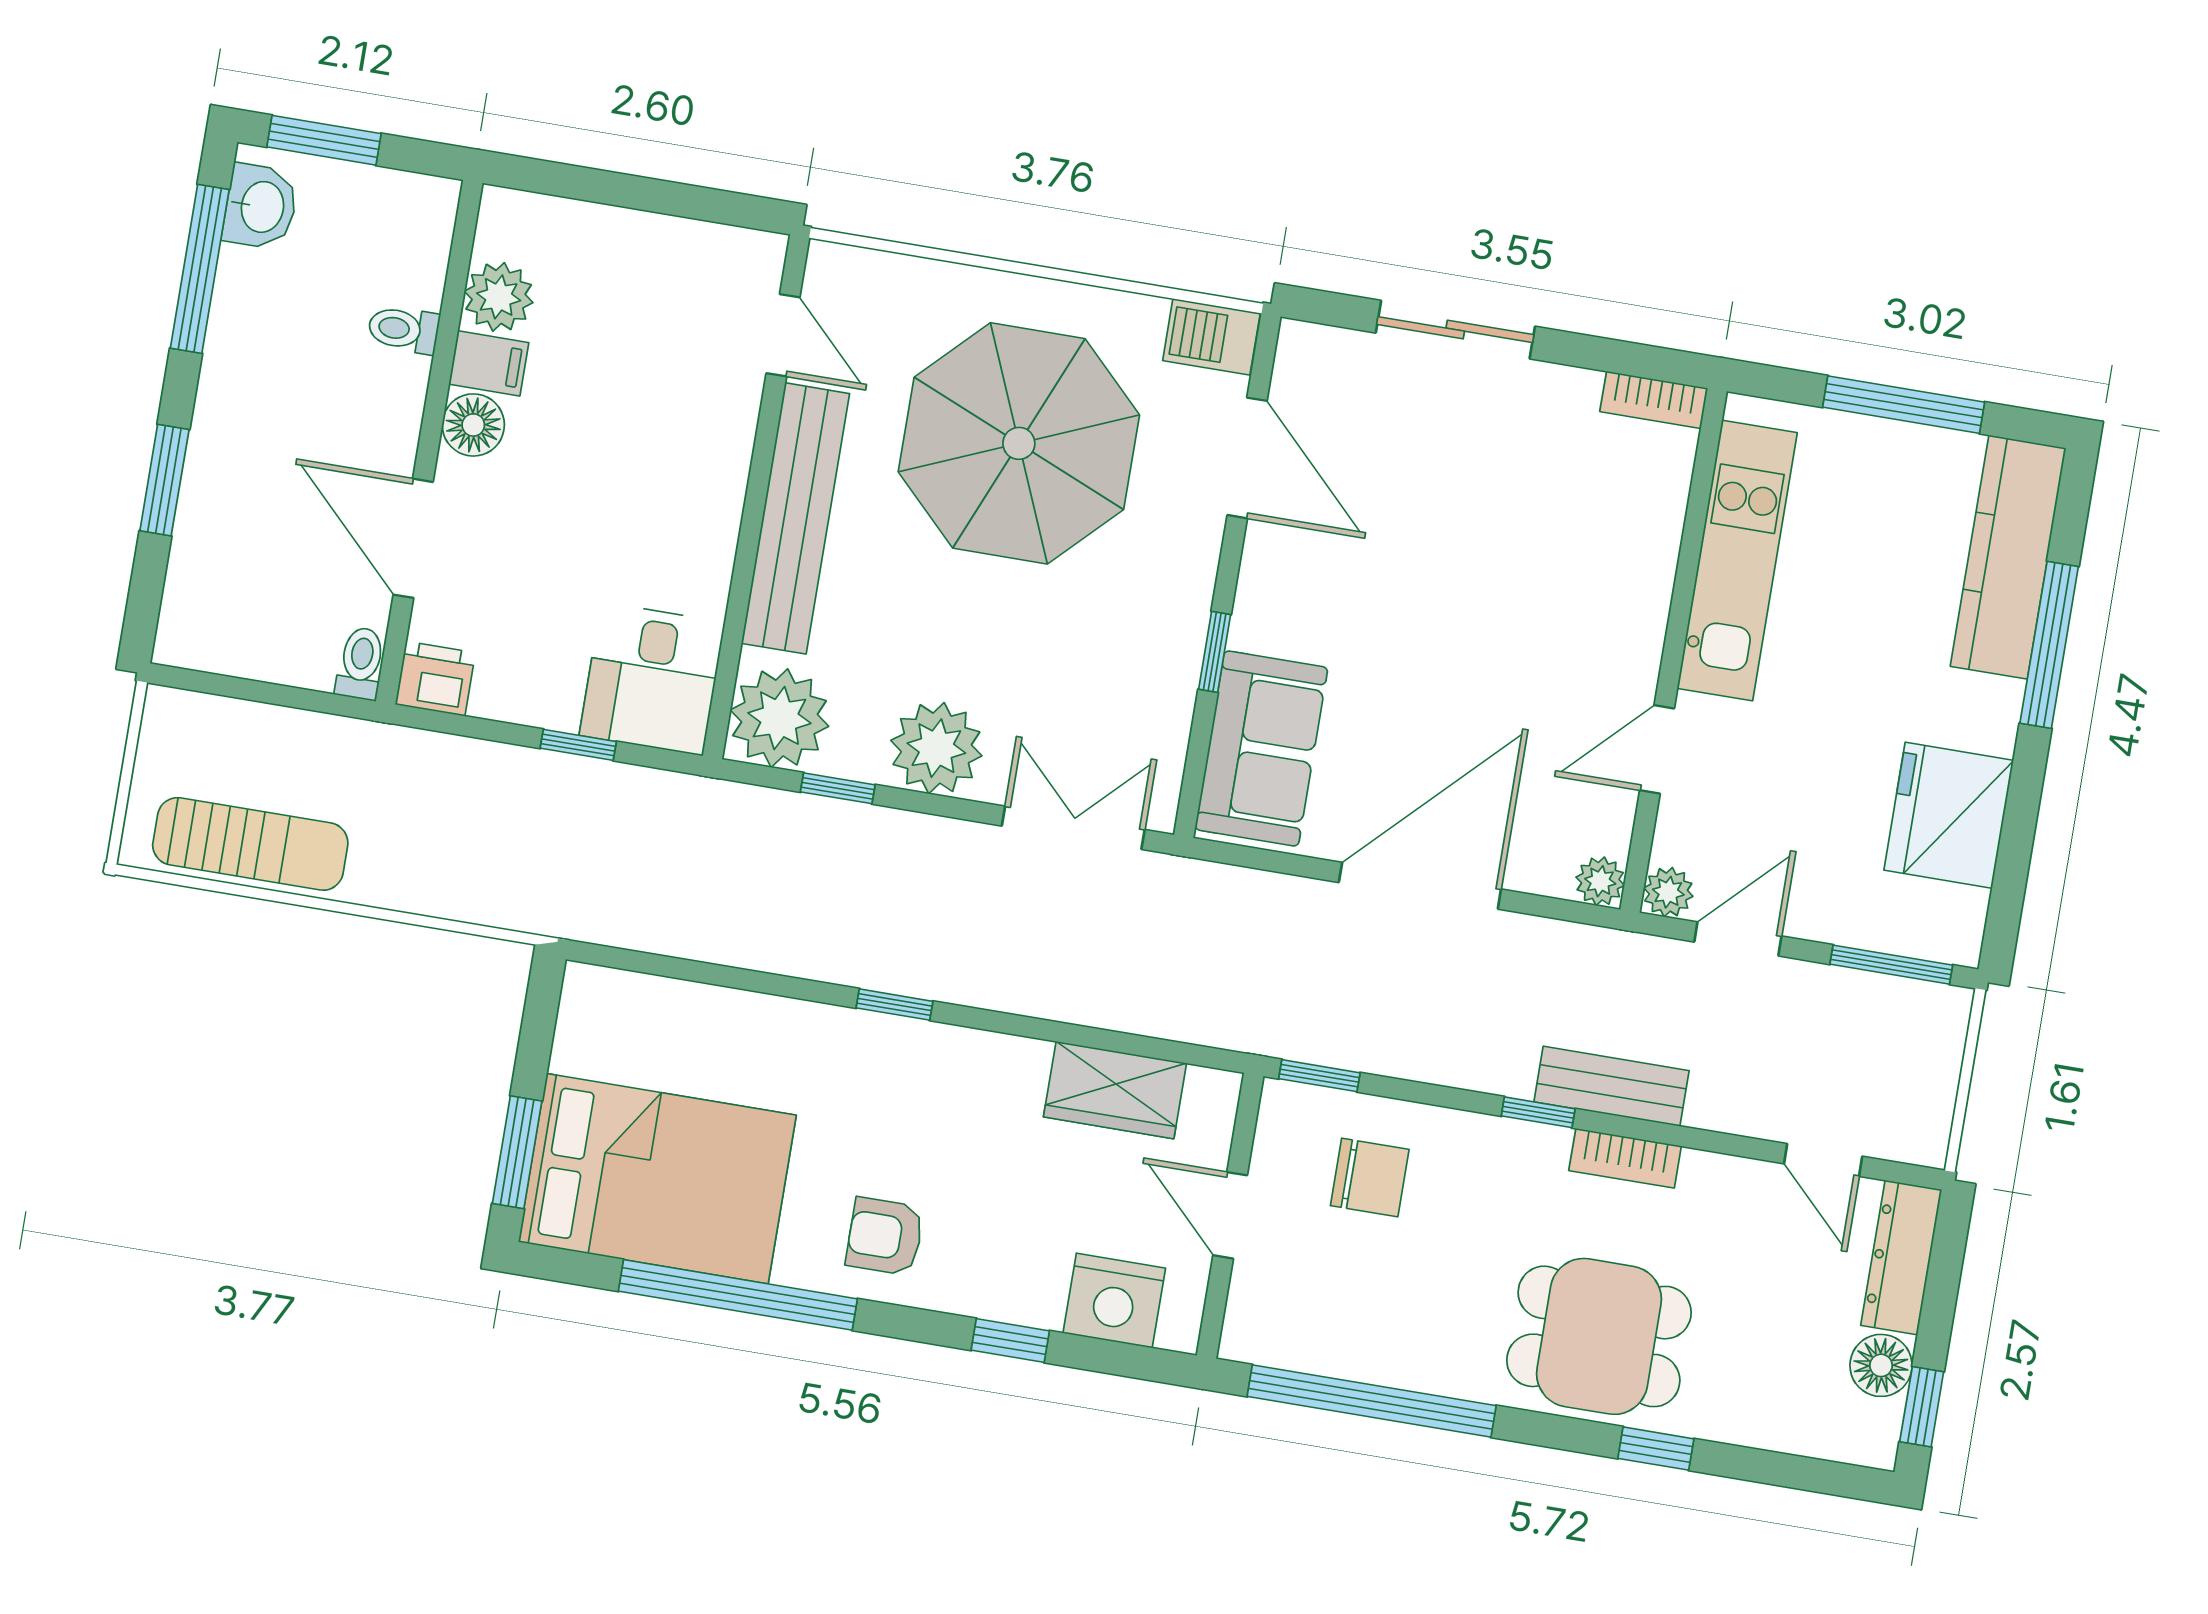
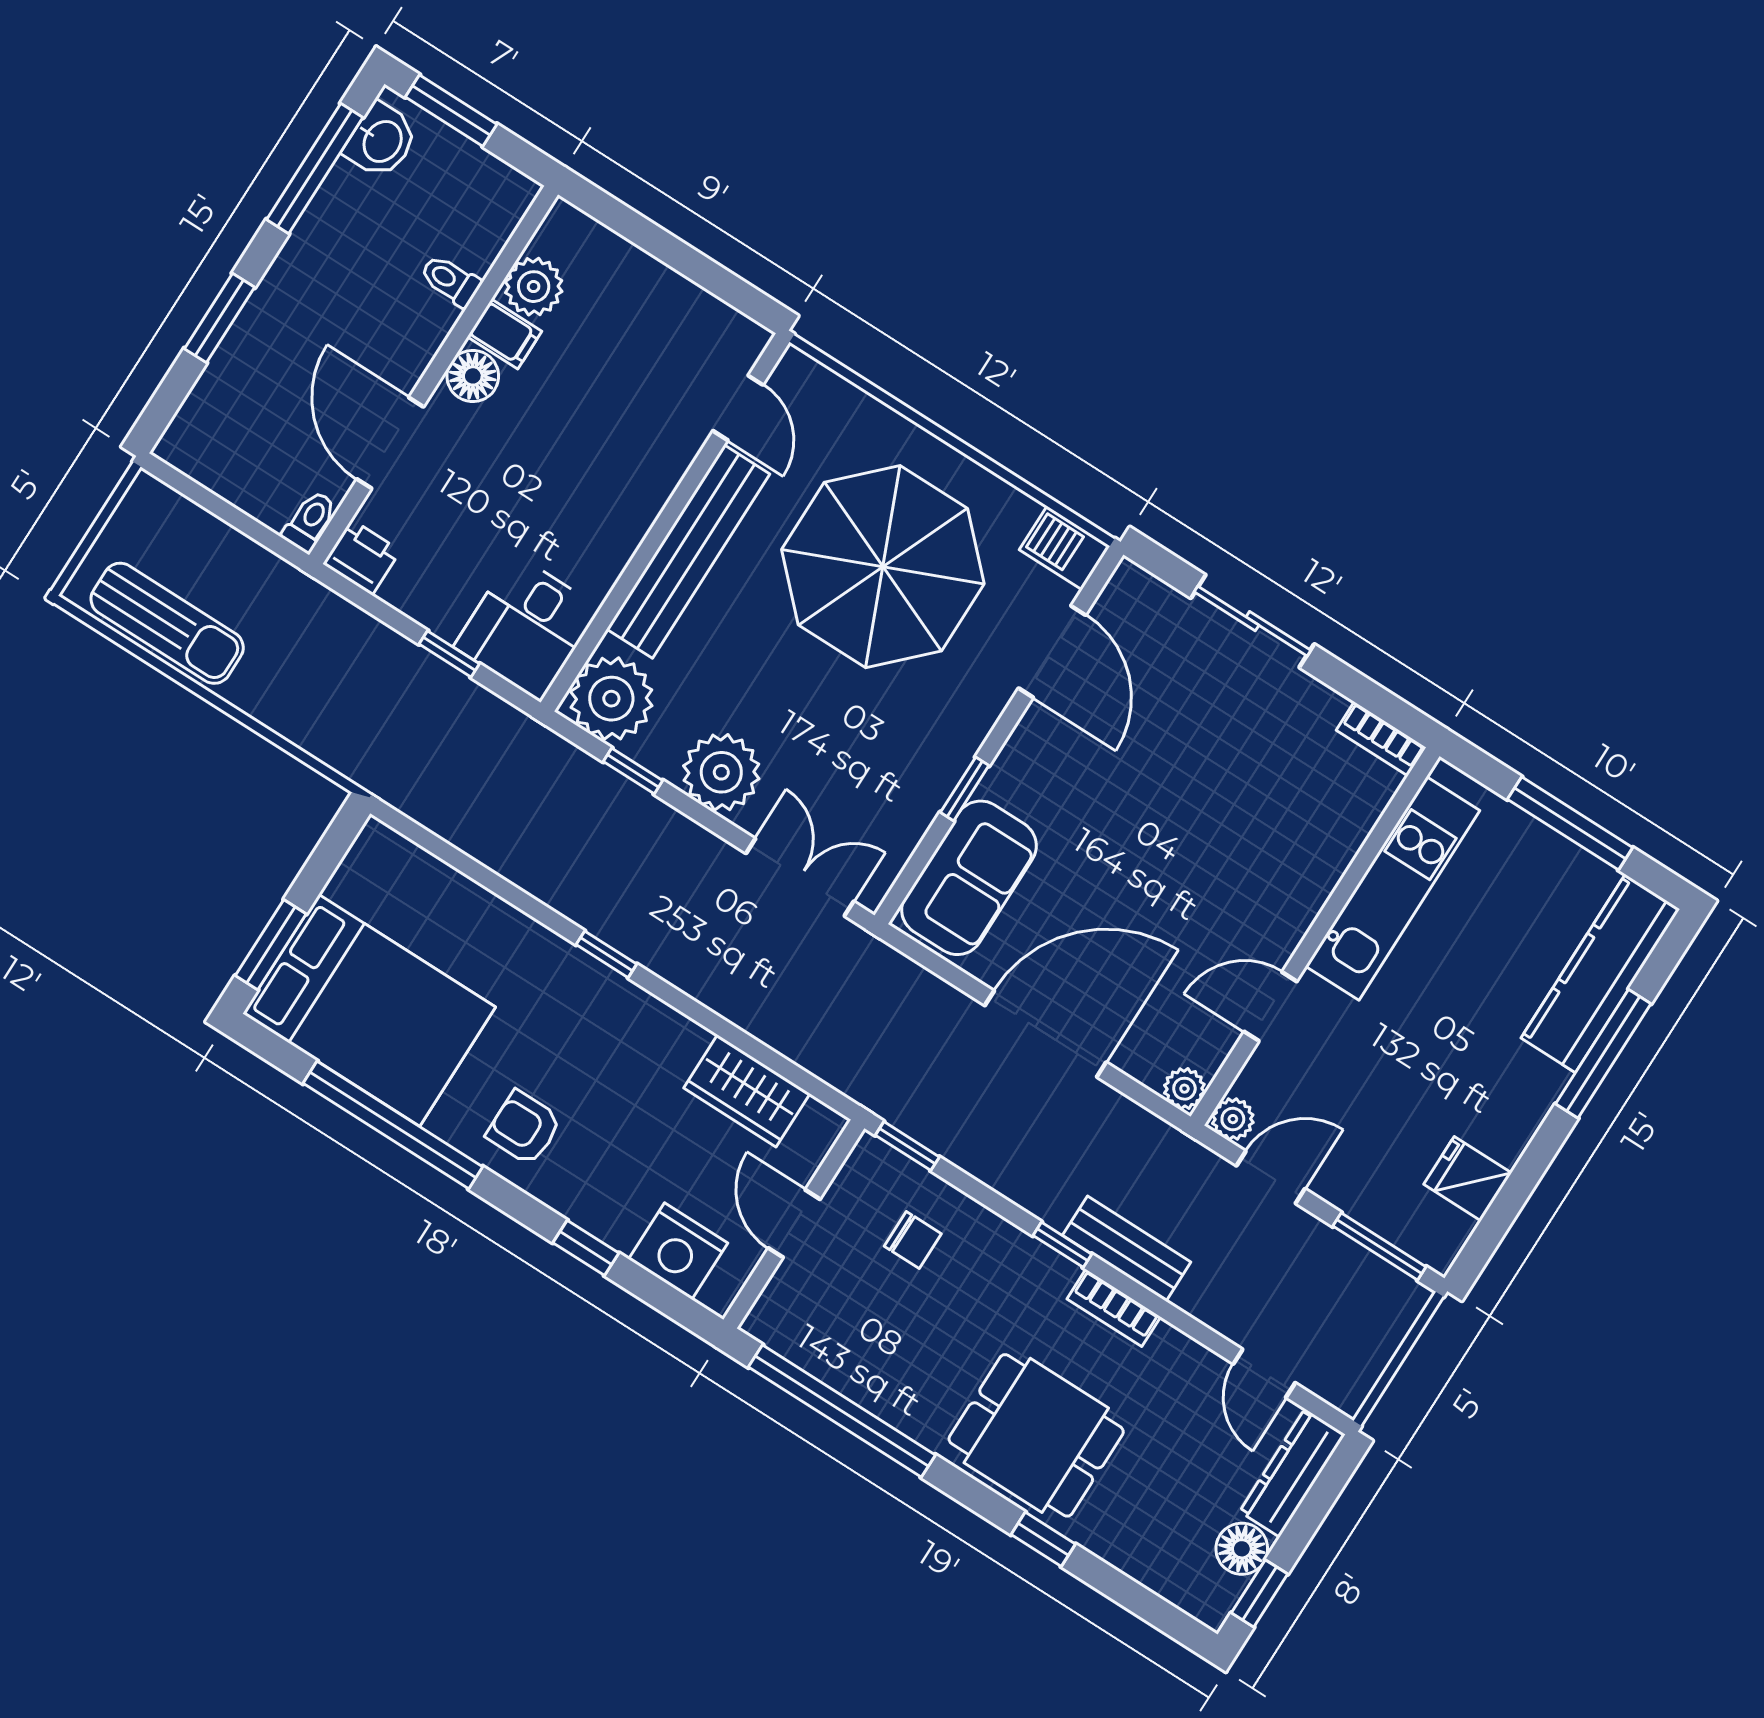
fridge: (1949, 815) -> (1468, 1179), width x0.53, depth x0.75
chair: (1370, 1178) -> (913, 1240), width x0.73, depth x0.73

